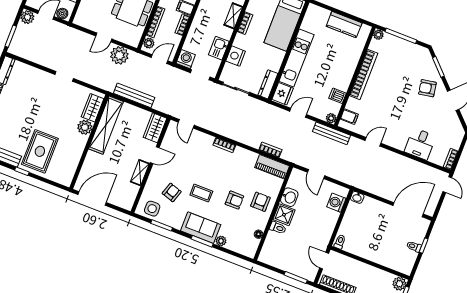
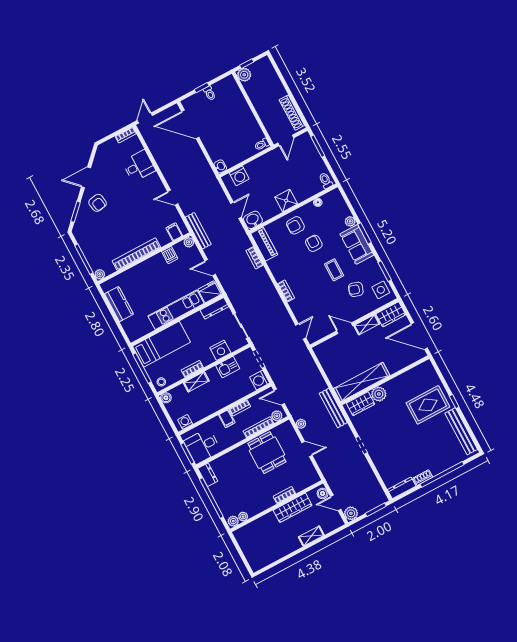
plant: (119, 55) -> (301, 424), width x0.53, depth x0.53
bench: (134, 95) -> (333, 408), moved
wardrobe: (155, 128) -> (391, 314), moved
washbasin: (289, 197) -> (253, 220), moved
toilet: (278, 228) -> (326, 181), moved

